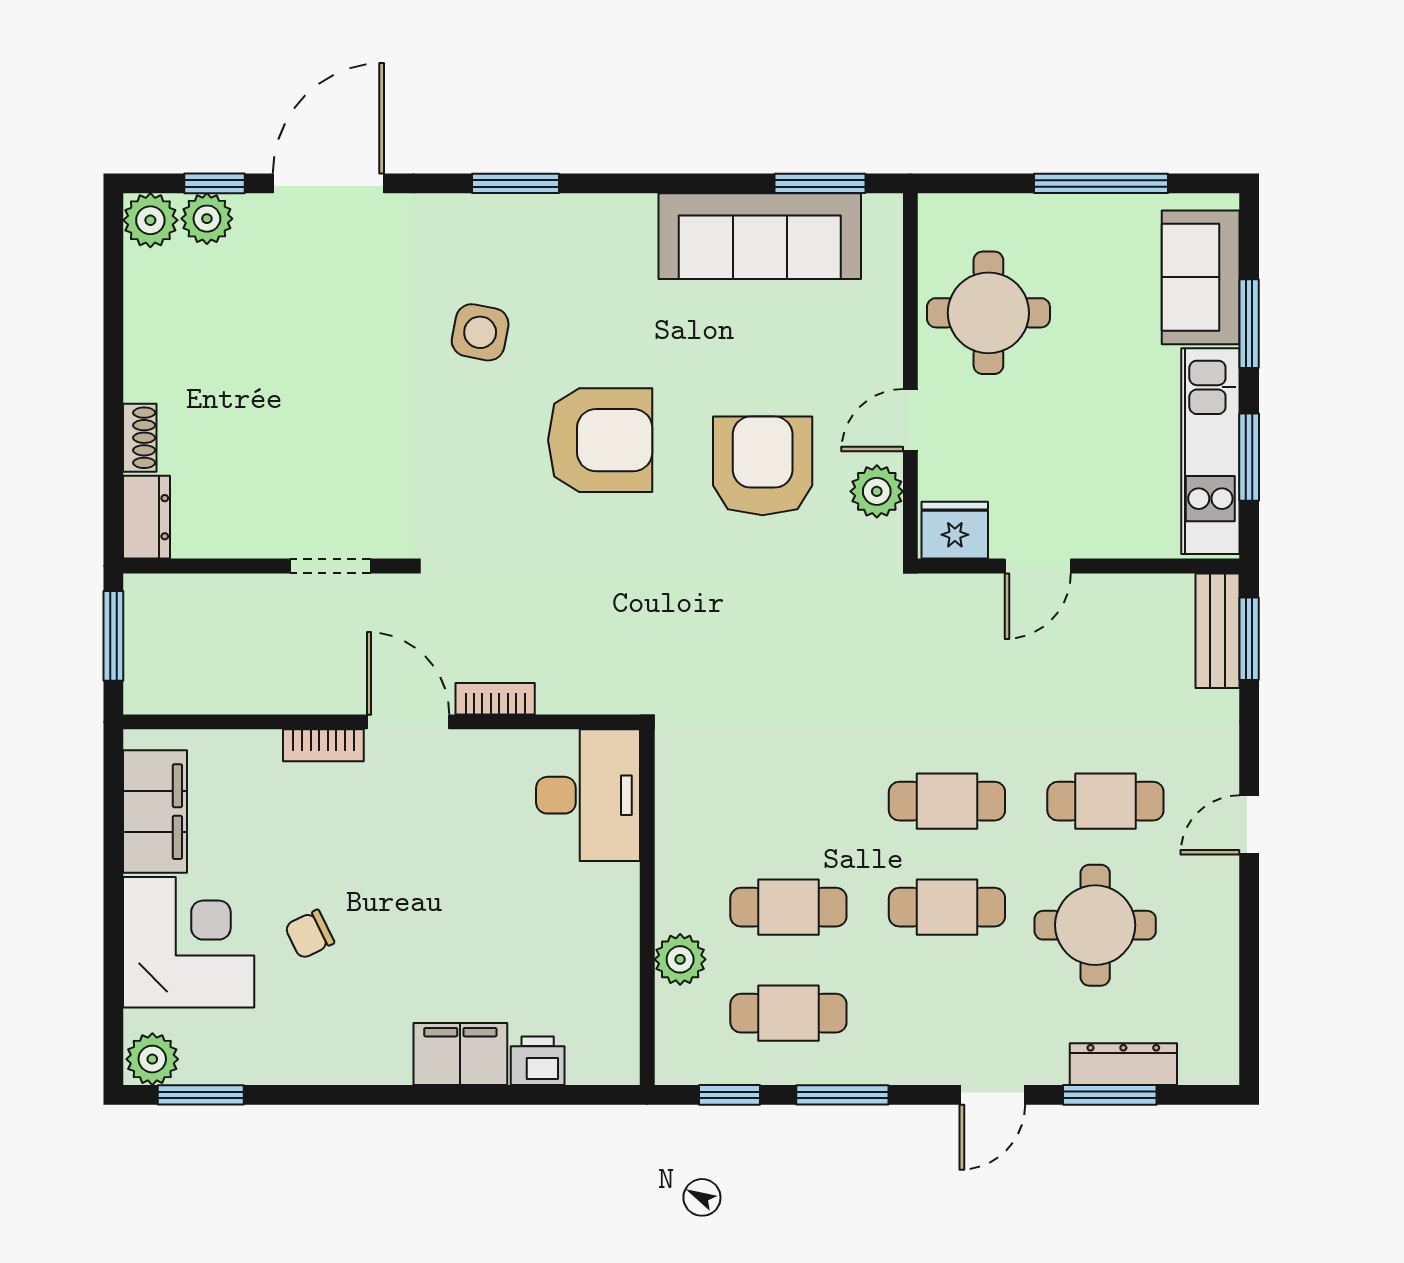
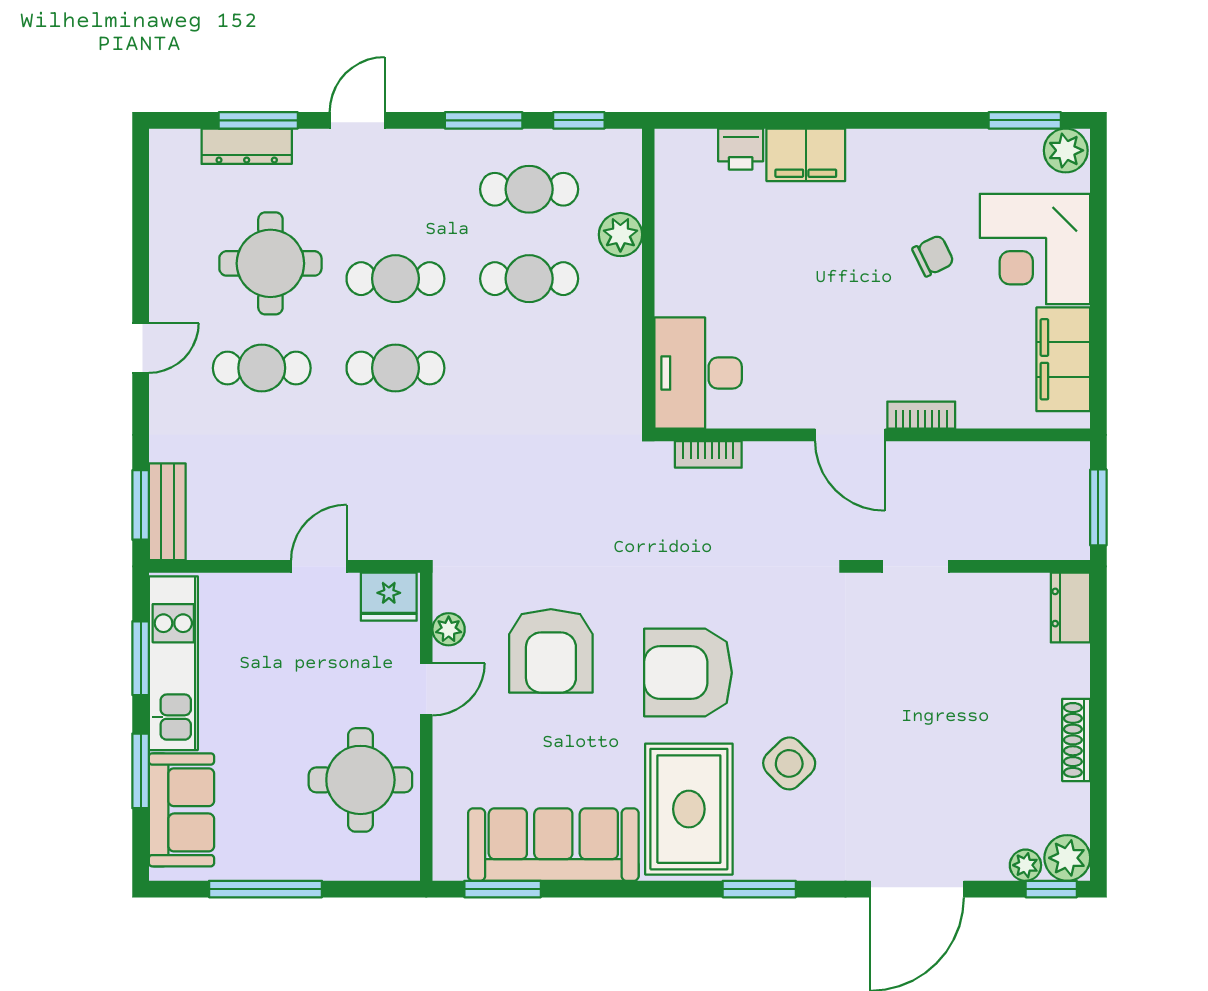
window: (215, 183) -> (1051, 889), moved
plant: (207, 219) -> (1025, 865), width x0.73, depth x0.73
rug: (599, 278) -> (689, 809), added
side table: (480, 332) -> (789, 763), turned 35
shoe rack: (140, 438) -> (1076, 740), moved, width x1.43
plant: (877, 491) -> (449, 629), width x0.73, depth x0.73
bookcase: (495, 699) -> (708, 454), moved

